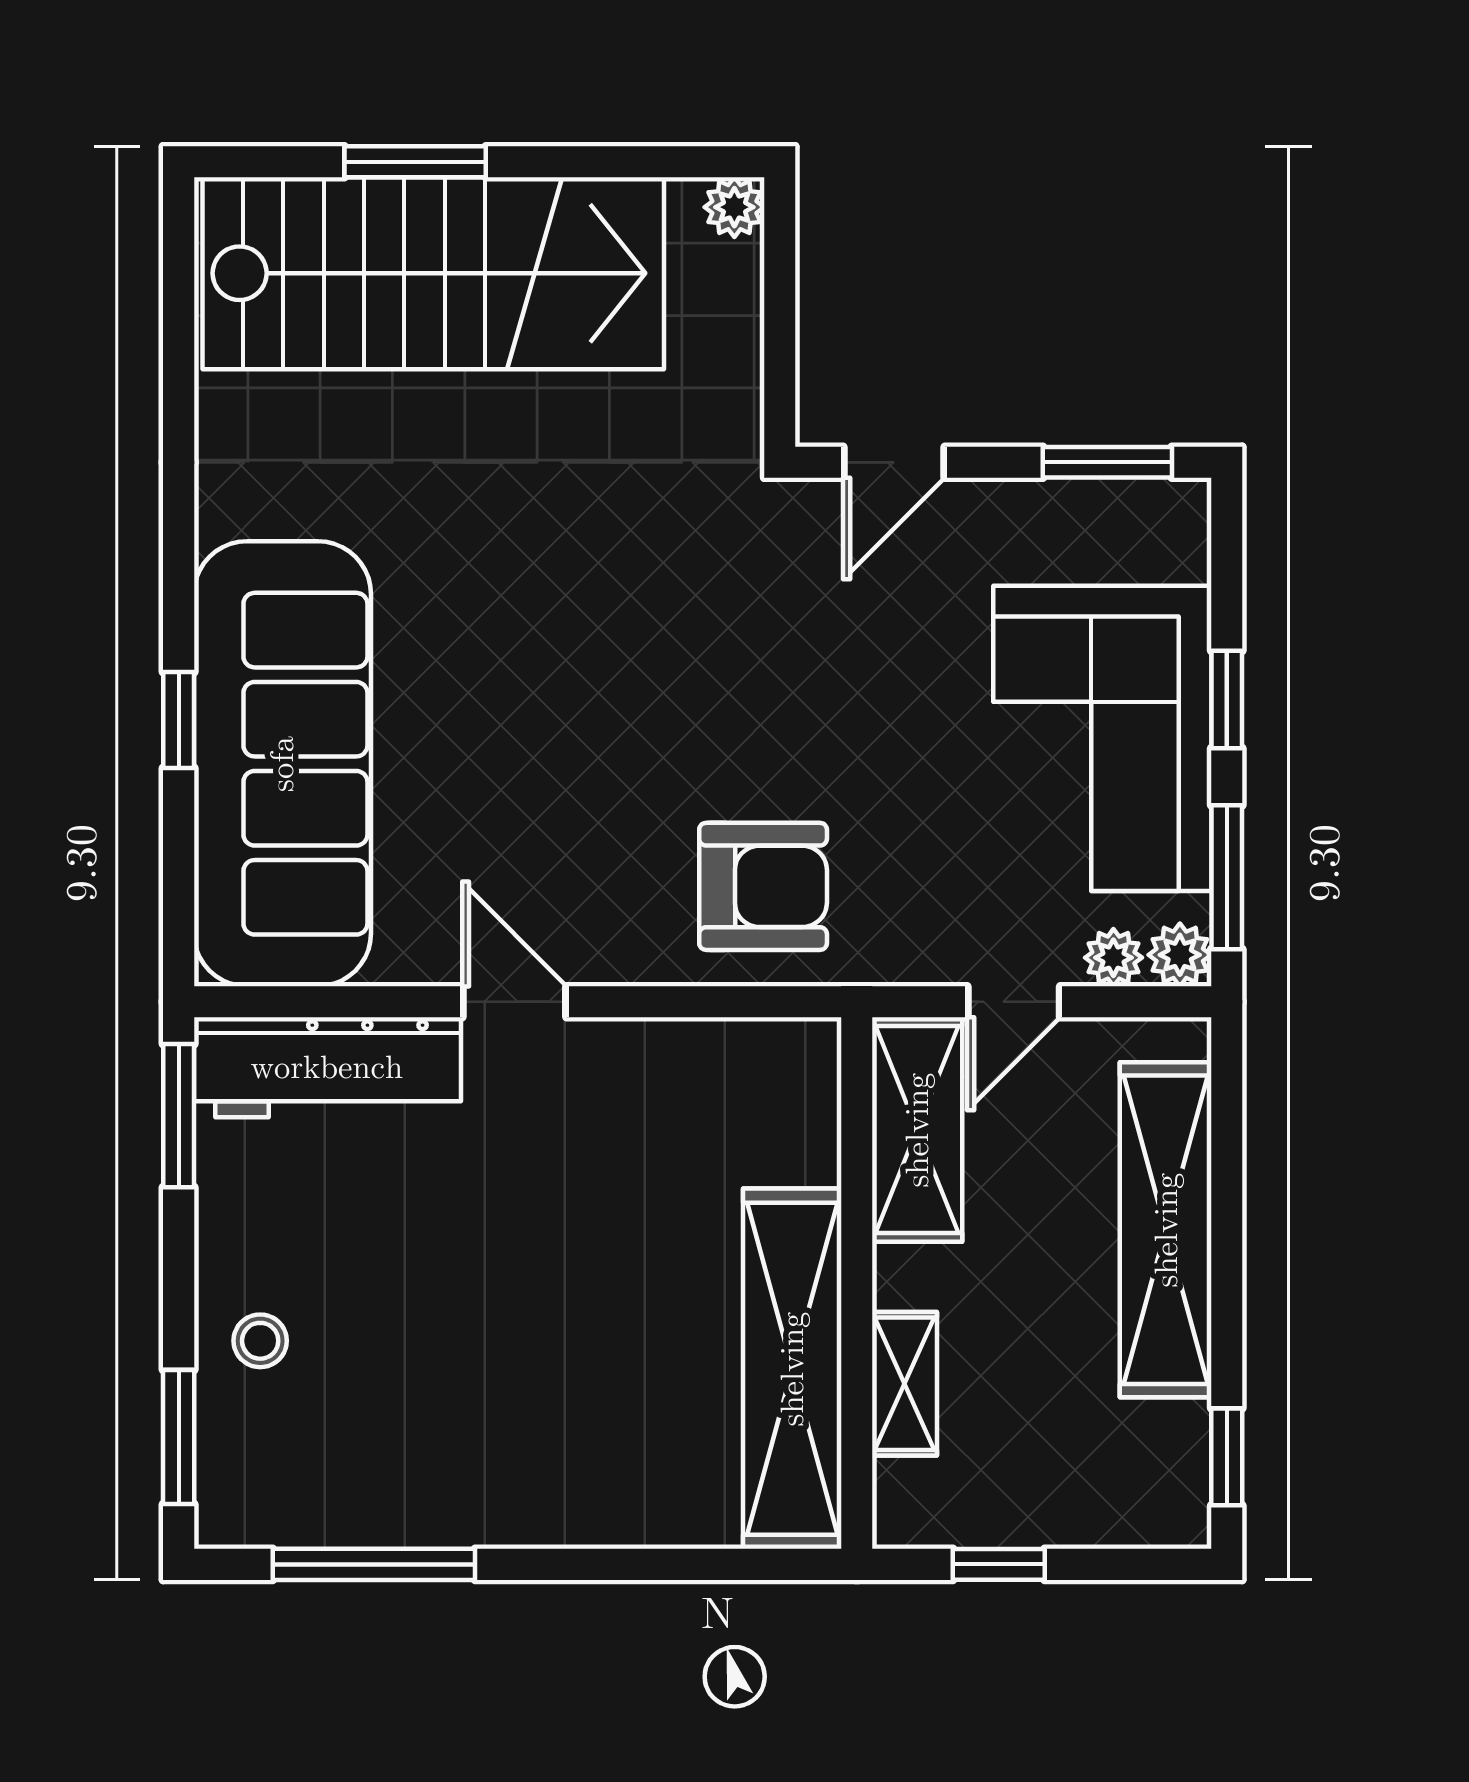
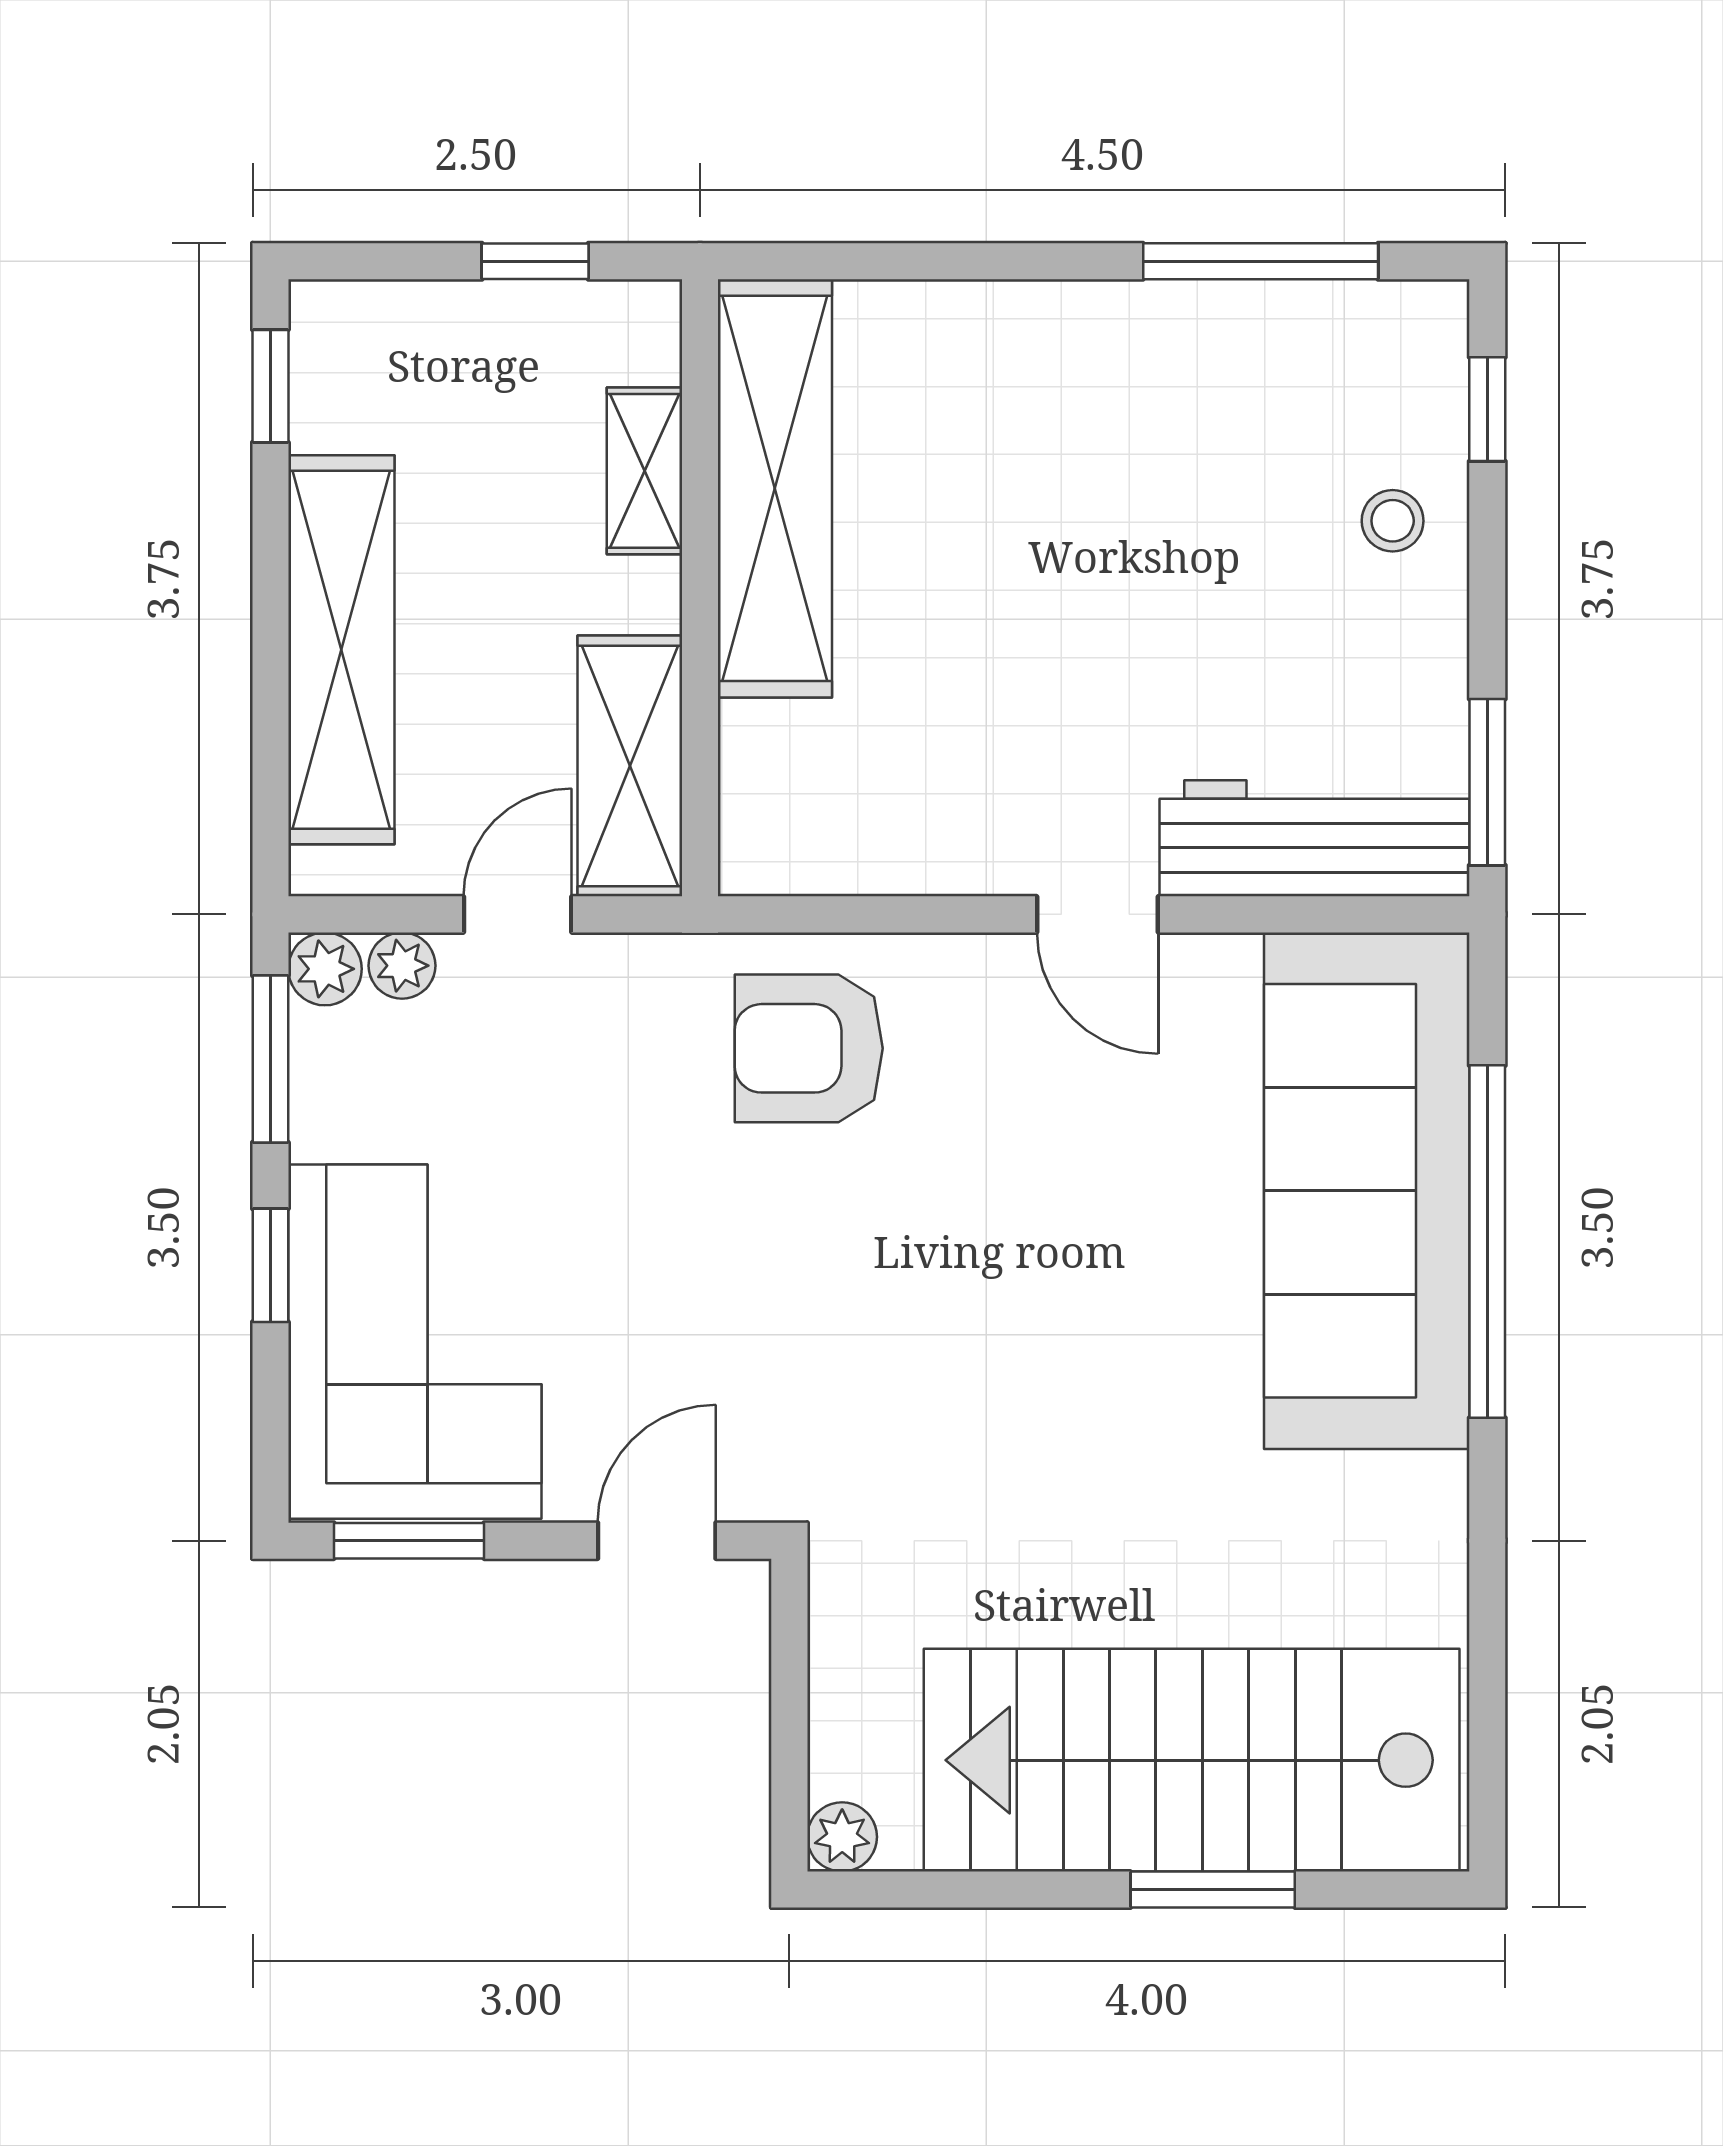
window: (179, 720) -> (1487, 1242), width x3.17
corner sofa: (1102, 738) -> (415, 1342), moved
window: (179, 1437) -> (1487, 409), width x0.67

